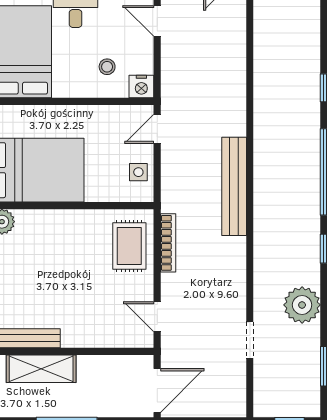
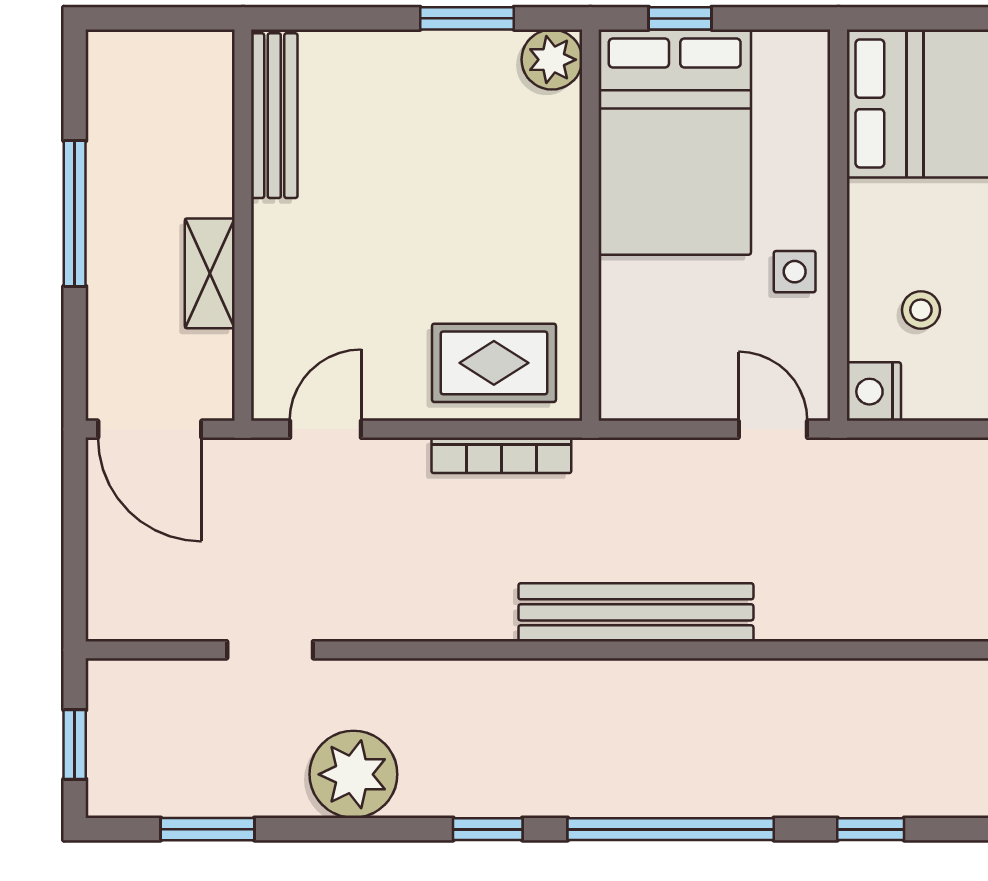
side table: (138, 172) -> (795, 272), moved
shelving: (41, 369) -> (210, 273), moved, width x0.67, depth x0.75

